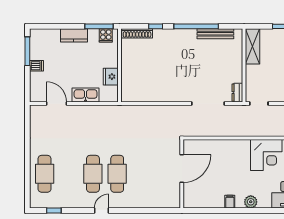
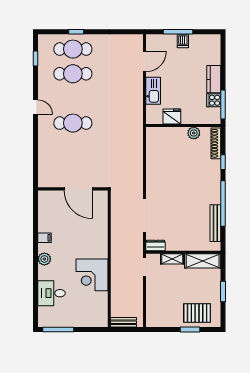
cooker: (106, 35) -> (214, 100), moved
window: (27, 51) -> (178, 32), moved
plant: (127, 55) -> (194, 133), added
shelving: (251, 76) -> (172, 259), added
window: (27, 171) -> (76, 32), added
cafe table: (93, 174) -> (73, 74), moved

